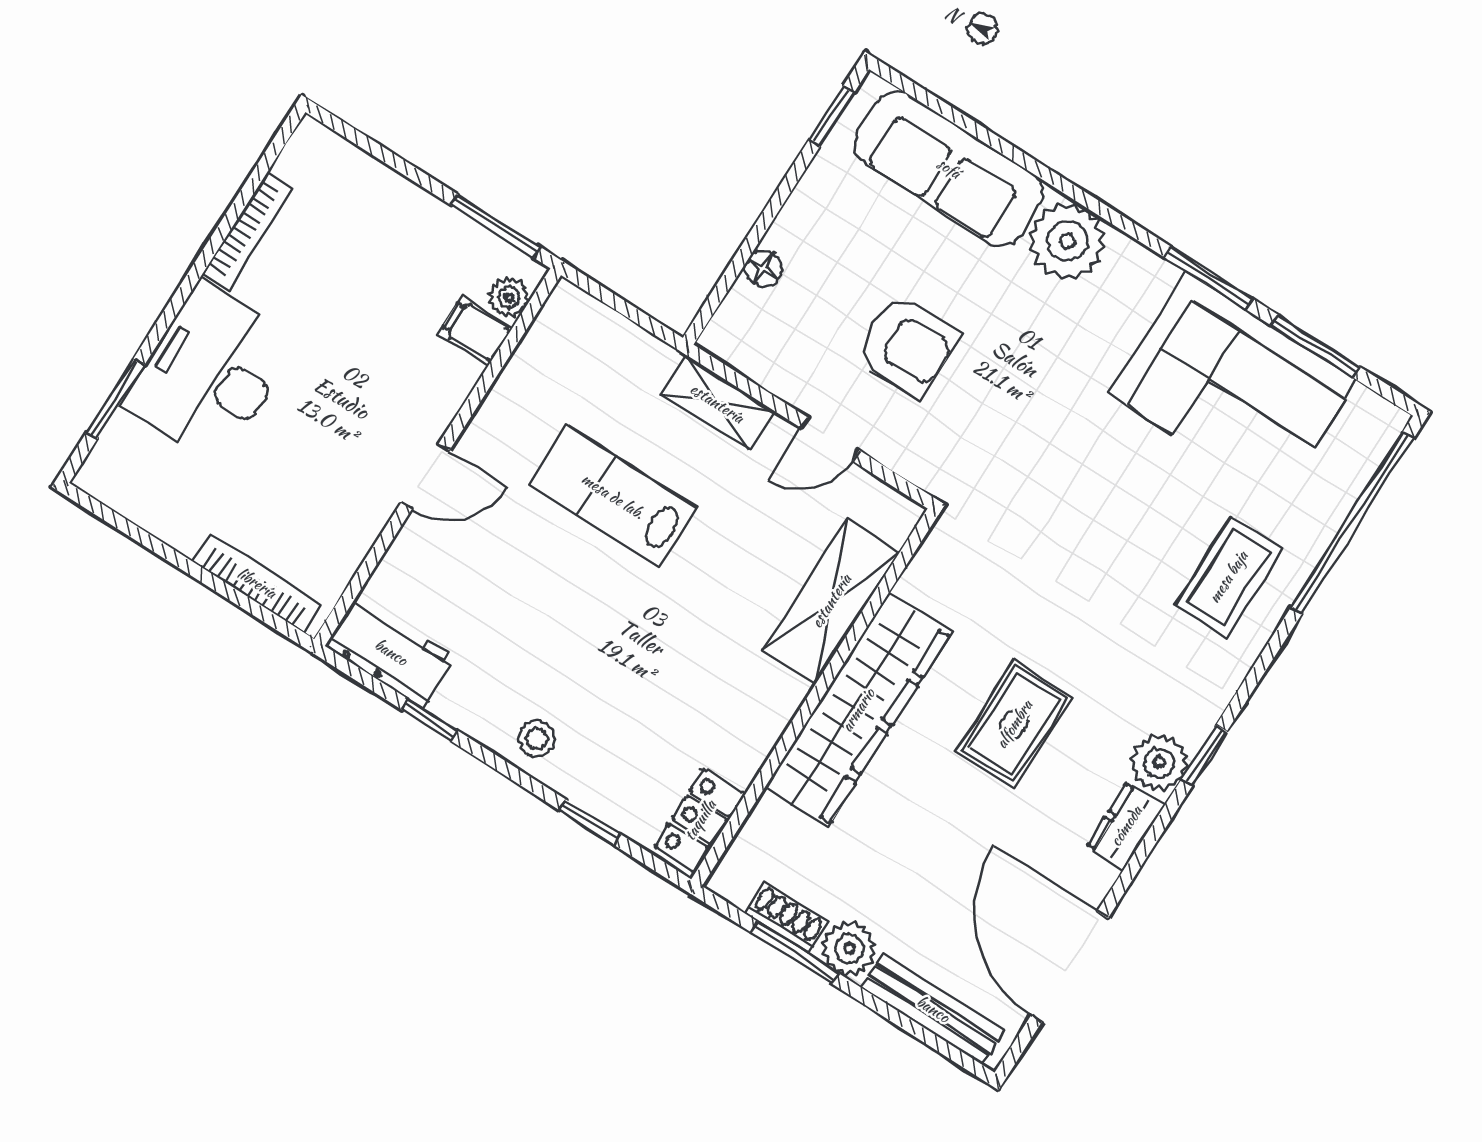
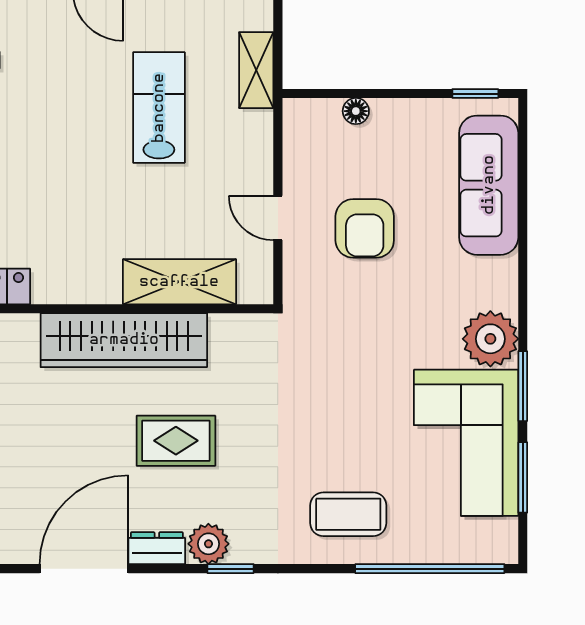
plant: (1067, 241) -> (490, 339), moved
shelving: (717, 403) -> (256, 70), moved
door: (1070, 967) -> (84, 569), moved

